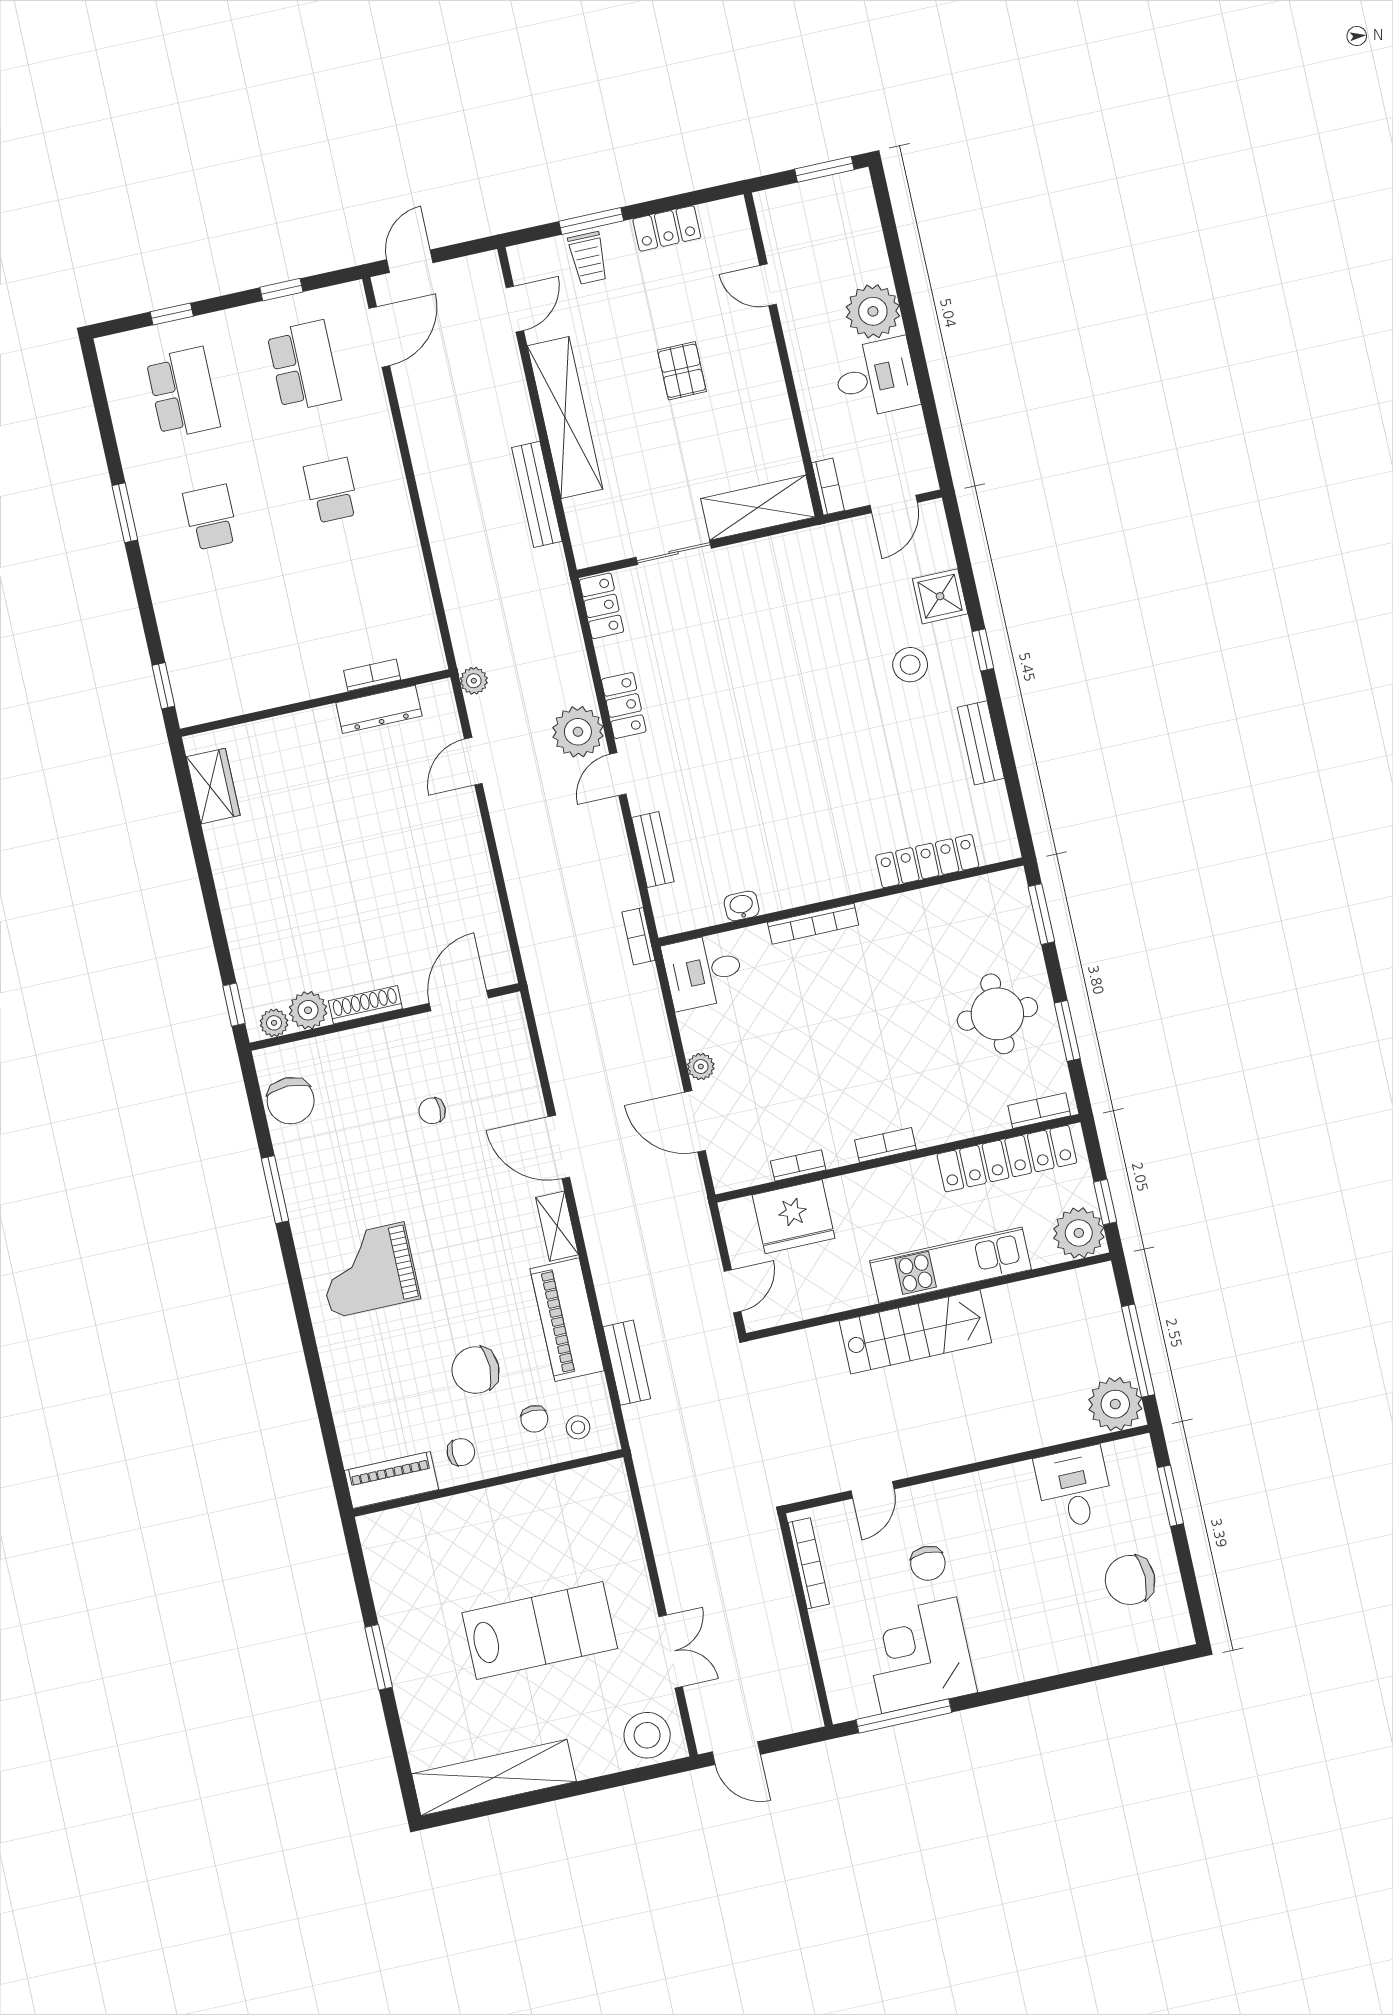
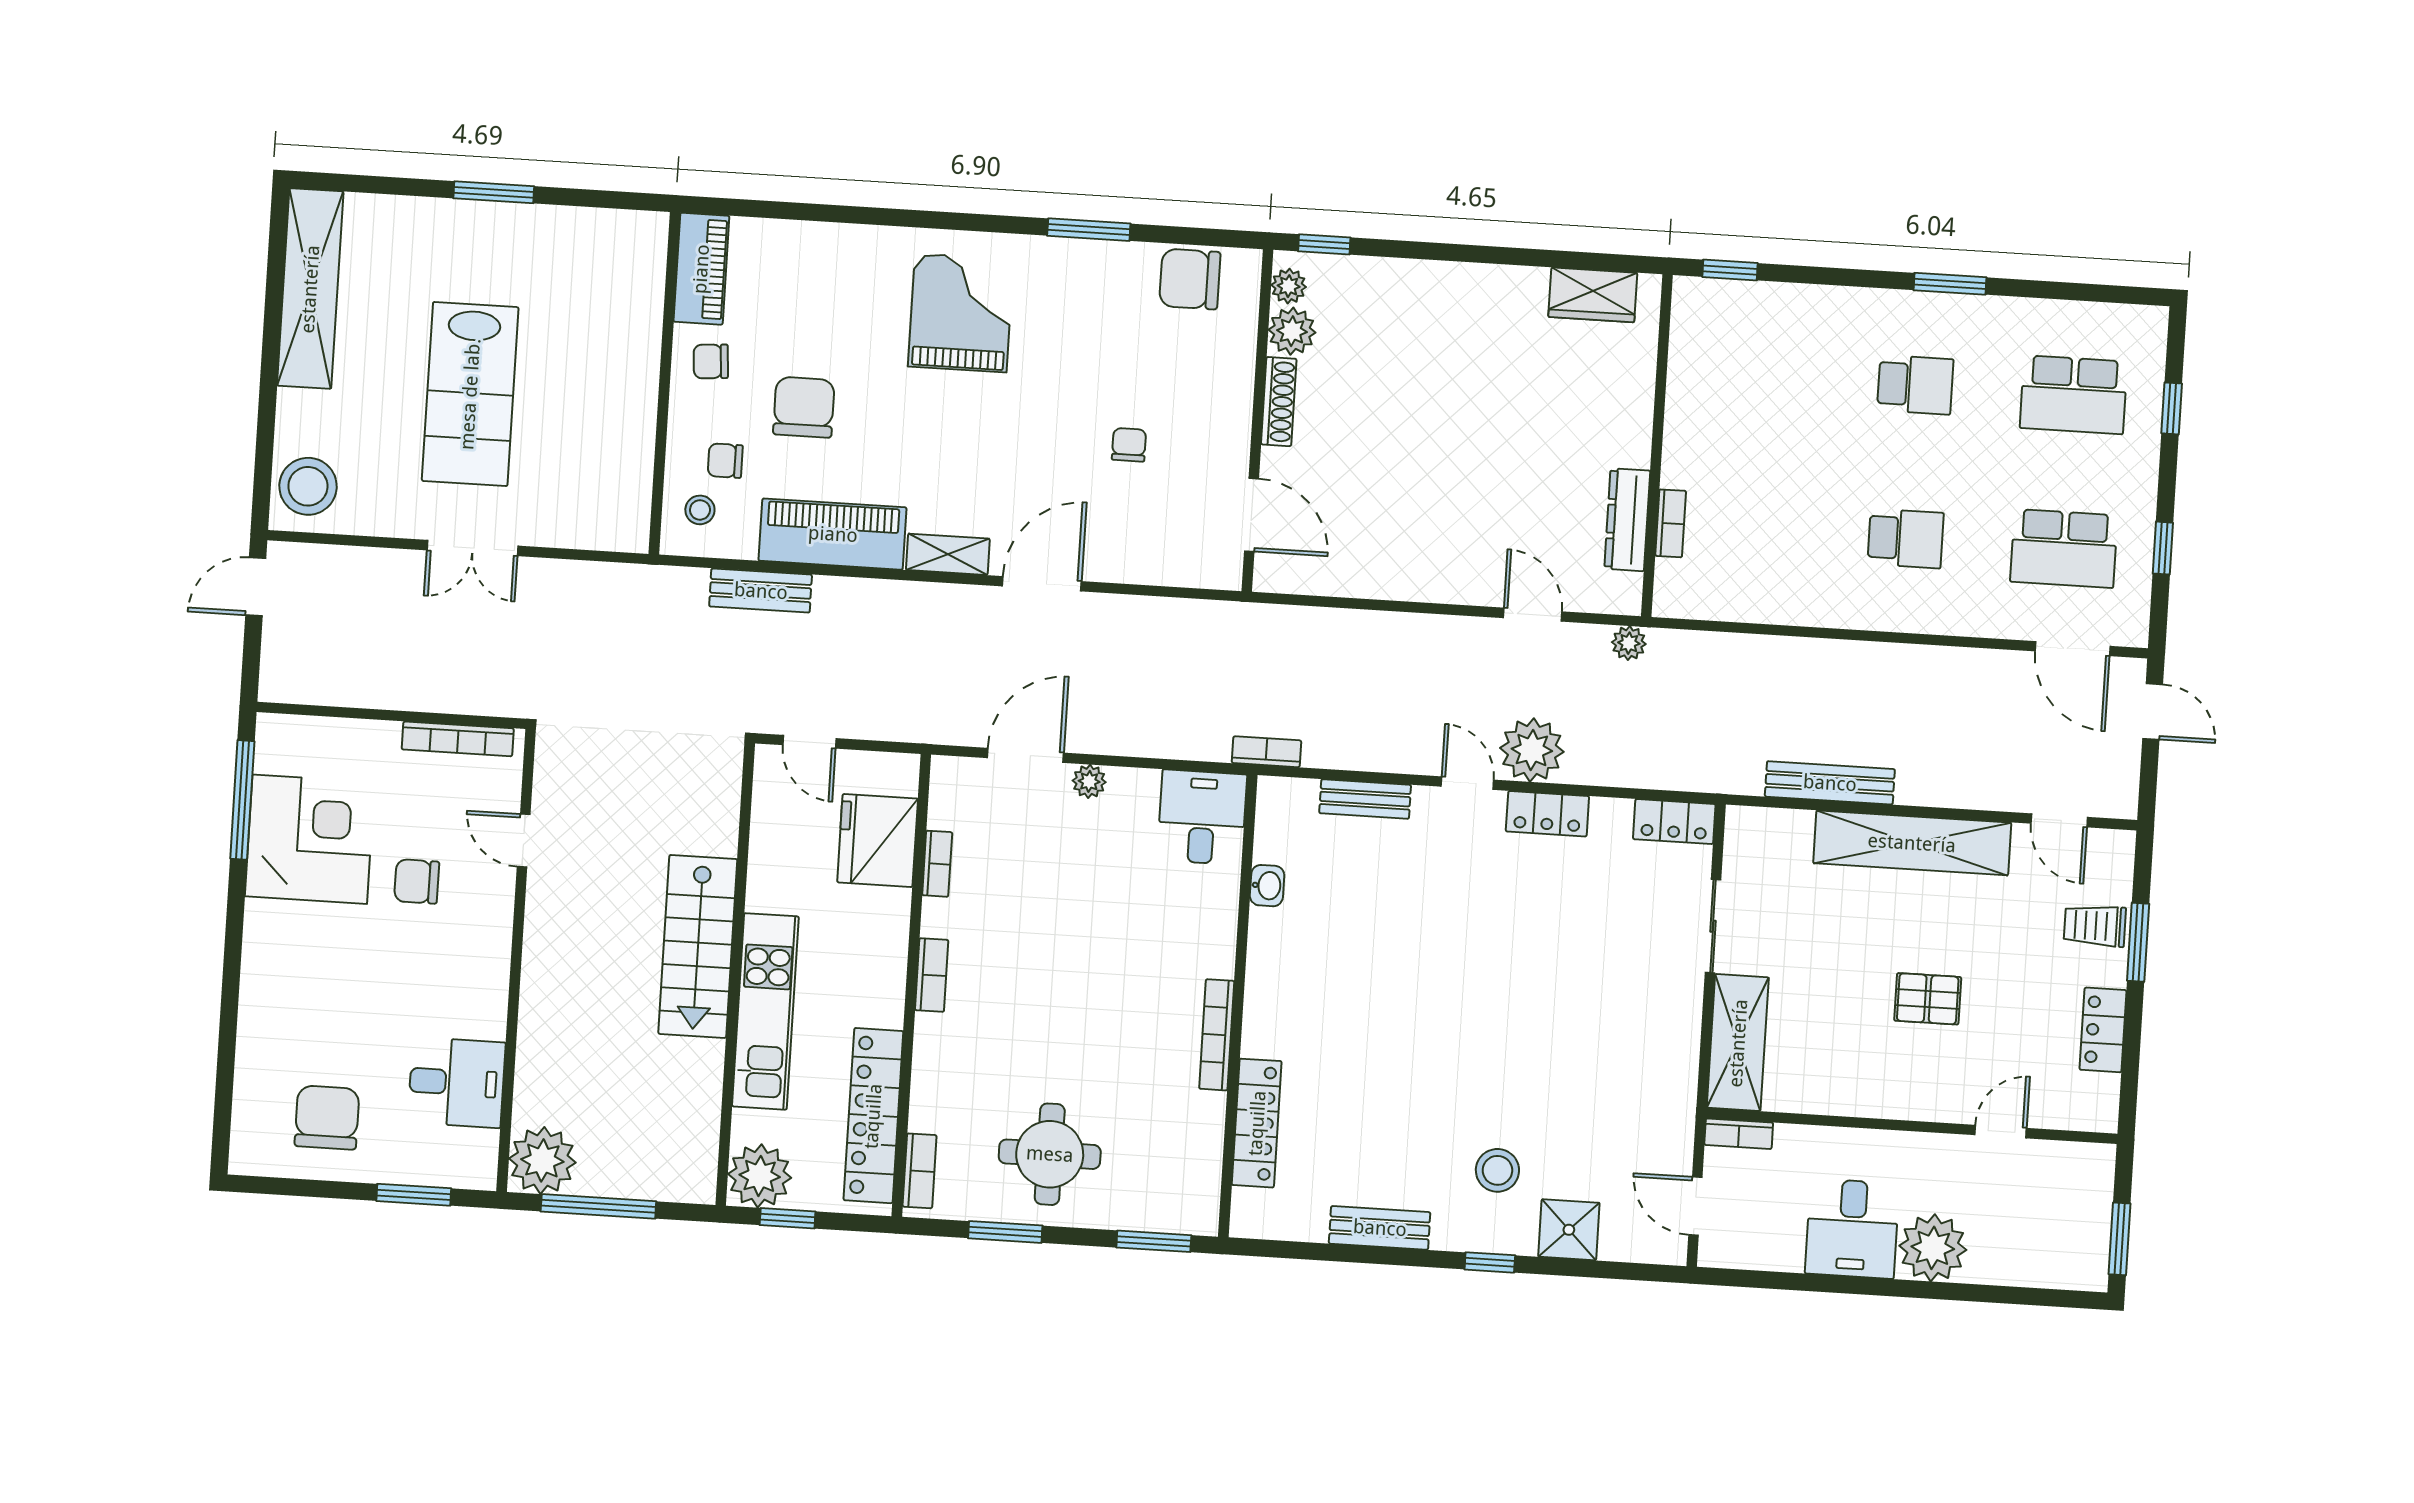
bookcase: (813, 924) -> (1217, 1035), moved
chair: (461, 1452) -> (711, 361), turned 86
double door: (671, 1652) -> (472, 548), moved

